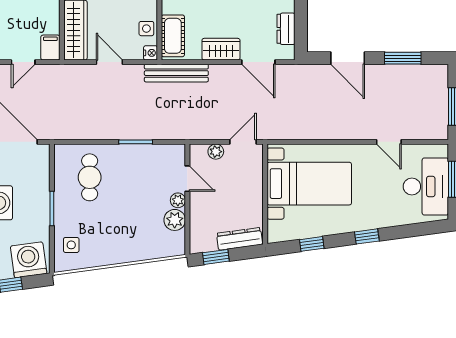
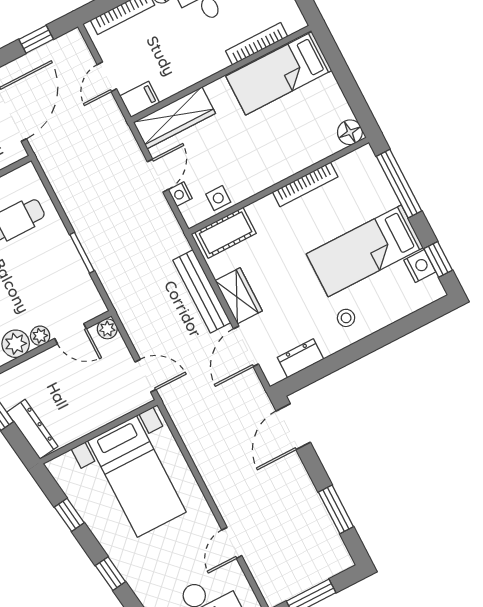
nightstand: (151, 53) -> (180, 194), moved, turned 90
door: (348, 58) -> (293, 427), moved
door: (23, 62) -> (107, 77), hinge flipped
bench: (176, 73) -> (202, 291), moved
plant: (216, 152) -> (107, 329), moved
door: (187, 179) -> (71, 334), hinge flipped

